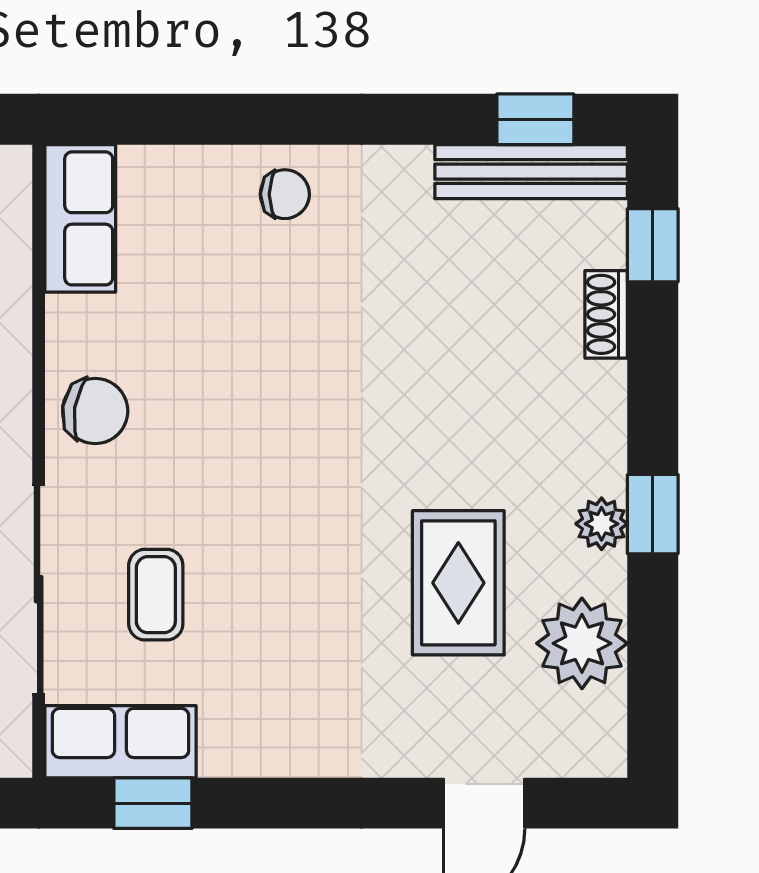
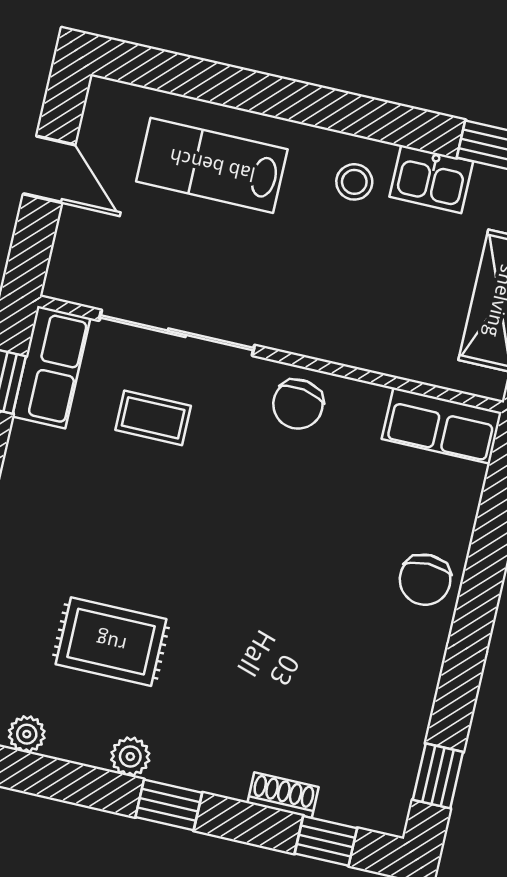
bench: (531, 172) -> (400, 764), removed
chair: (285, 194) -> (425, 580), width x1.37, depth x1.37
window: (653, 514) -> (169, 805), moved
plant: (582, 643) -> (27, 734), width x0.53, depth x0.53

